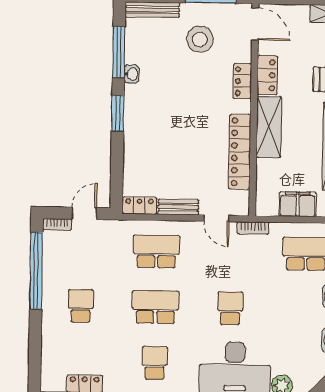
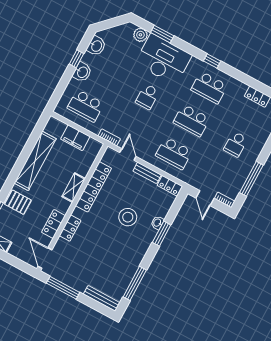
stool: (200, 39) -> (128, 217), moved
washbasin: (132, 74) -> (157, 223), moved
window: (118, 113) -> (162, 234), moved
shelving: (269, 127) -> (74, 188), width x0.67, depth x0.75
door: (84, 213) -> (205, 198), hinge flipped
window: (36, 271) -> (251, 179), width x0.68
school desk: (155, 363) -> (209, 88), width x1.85

